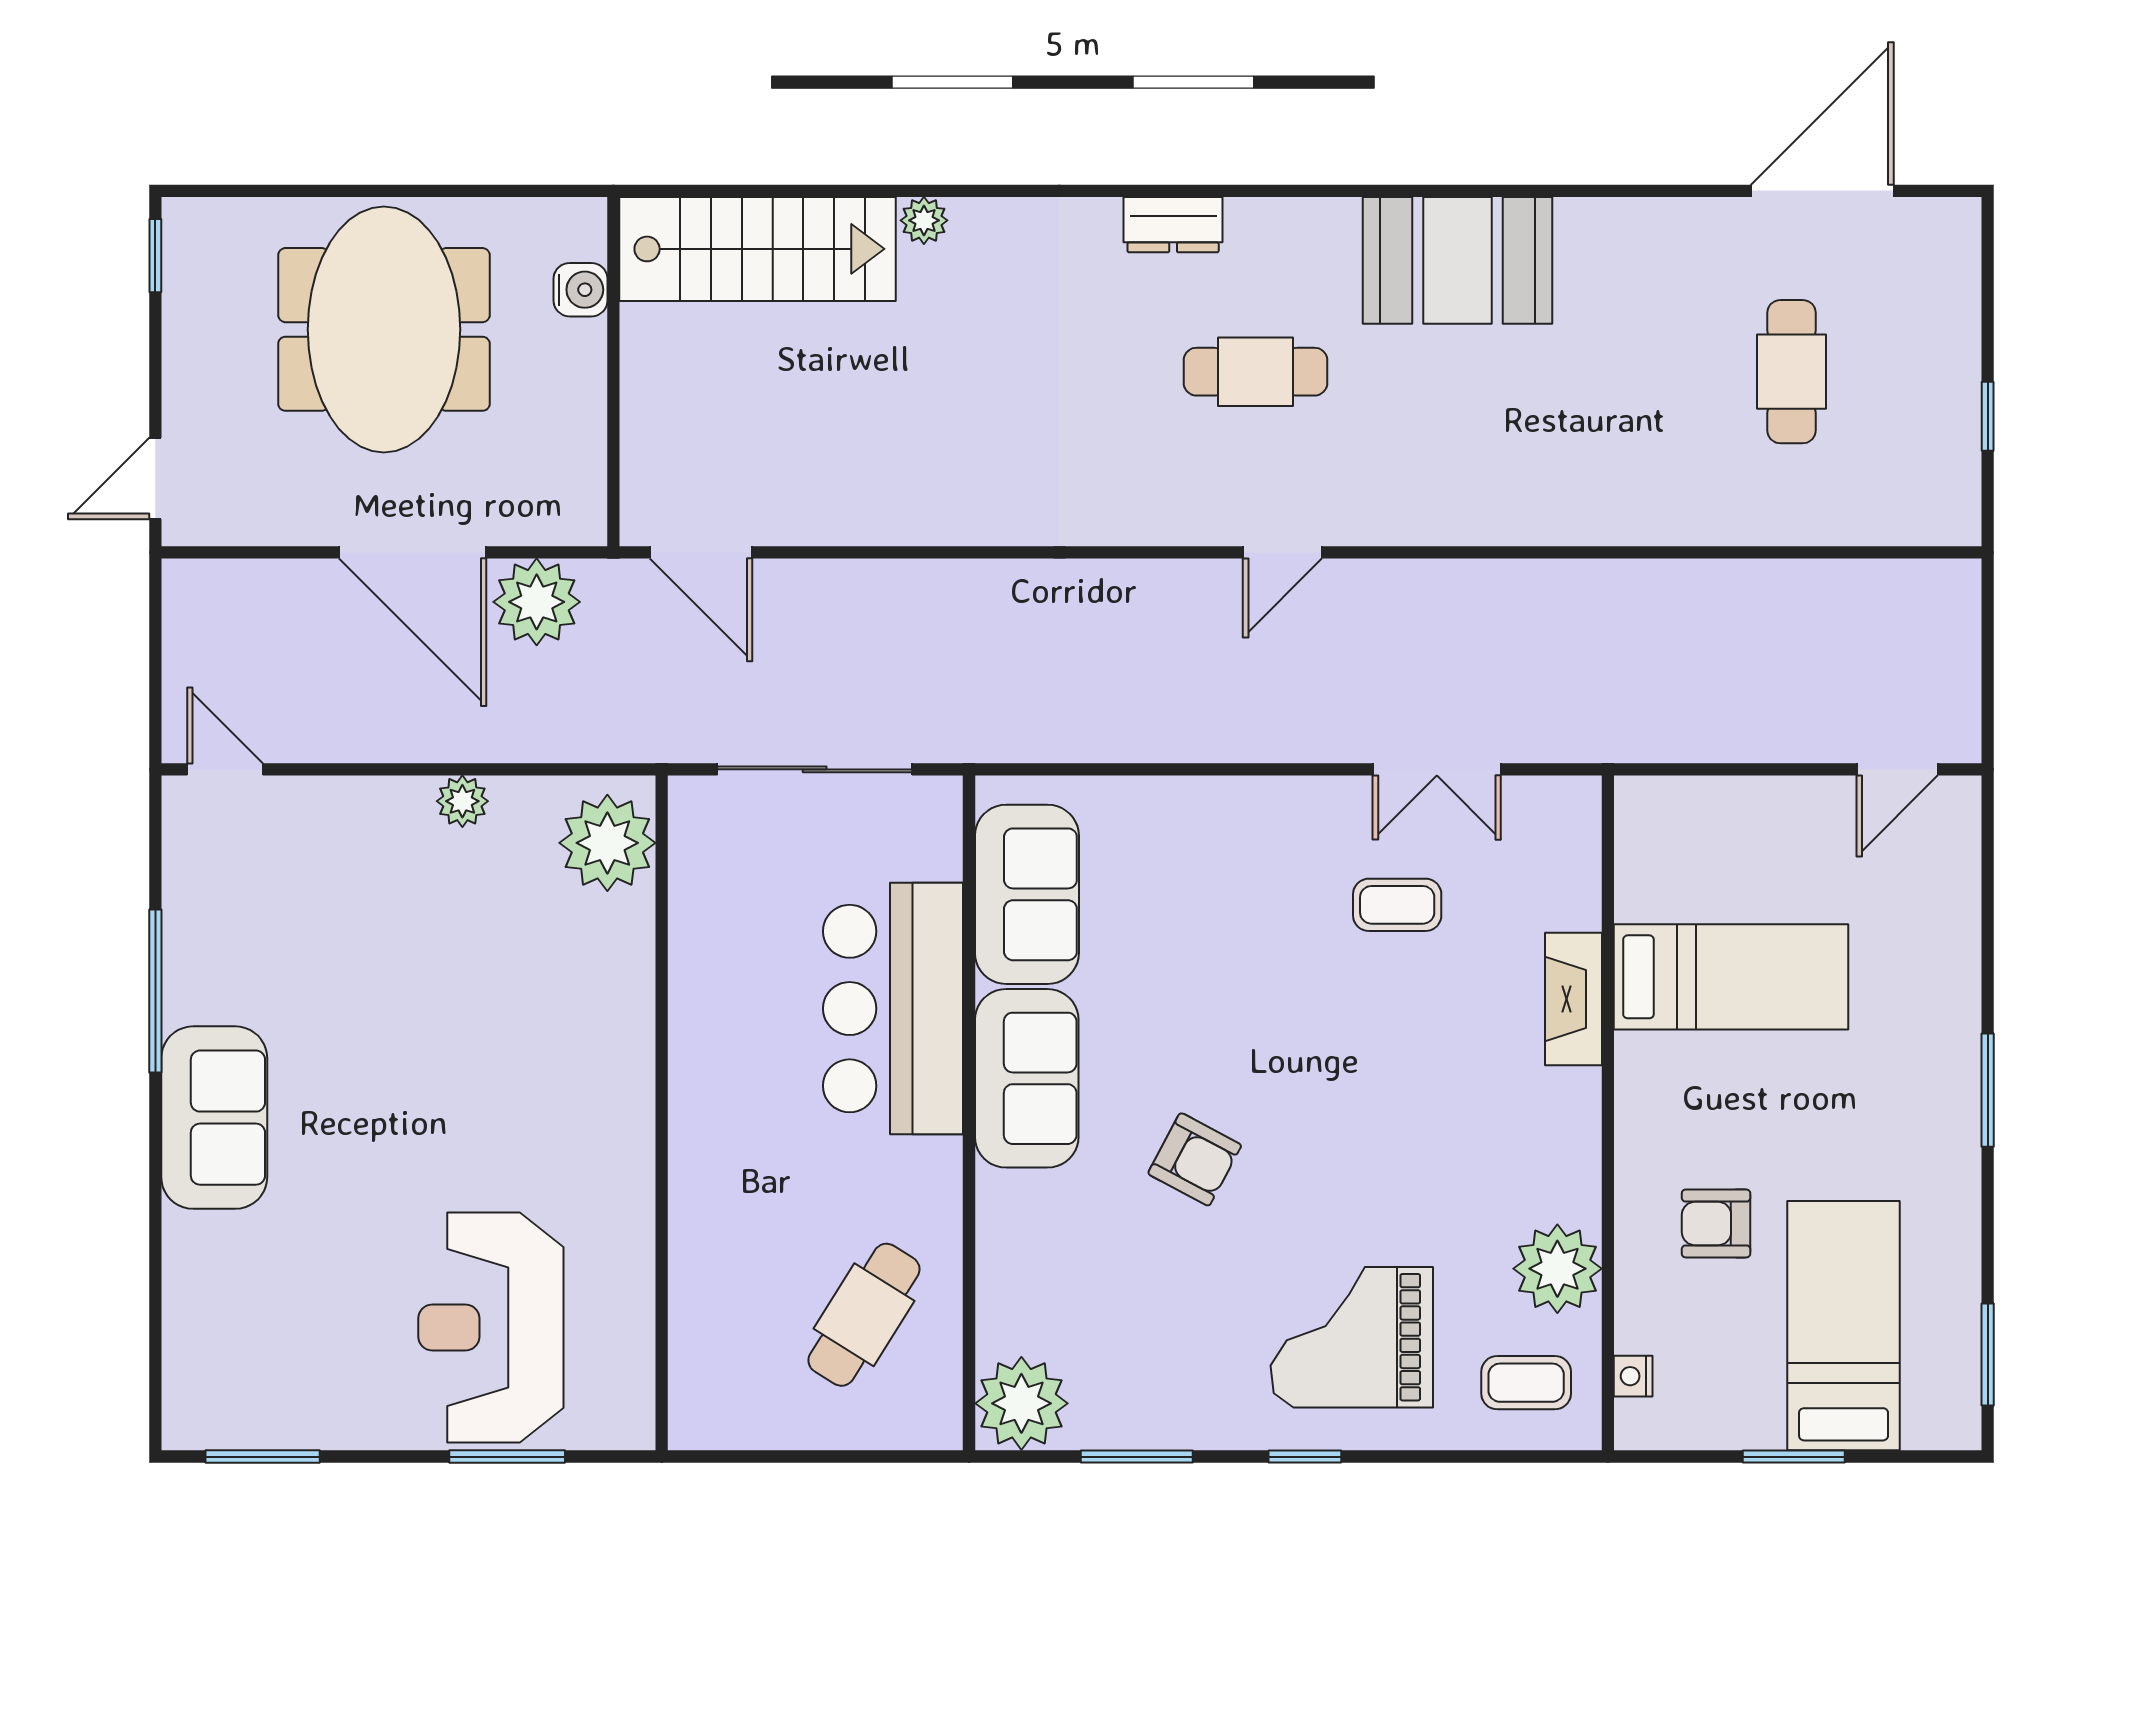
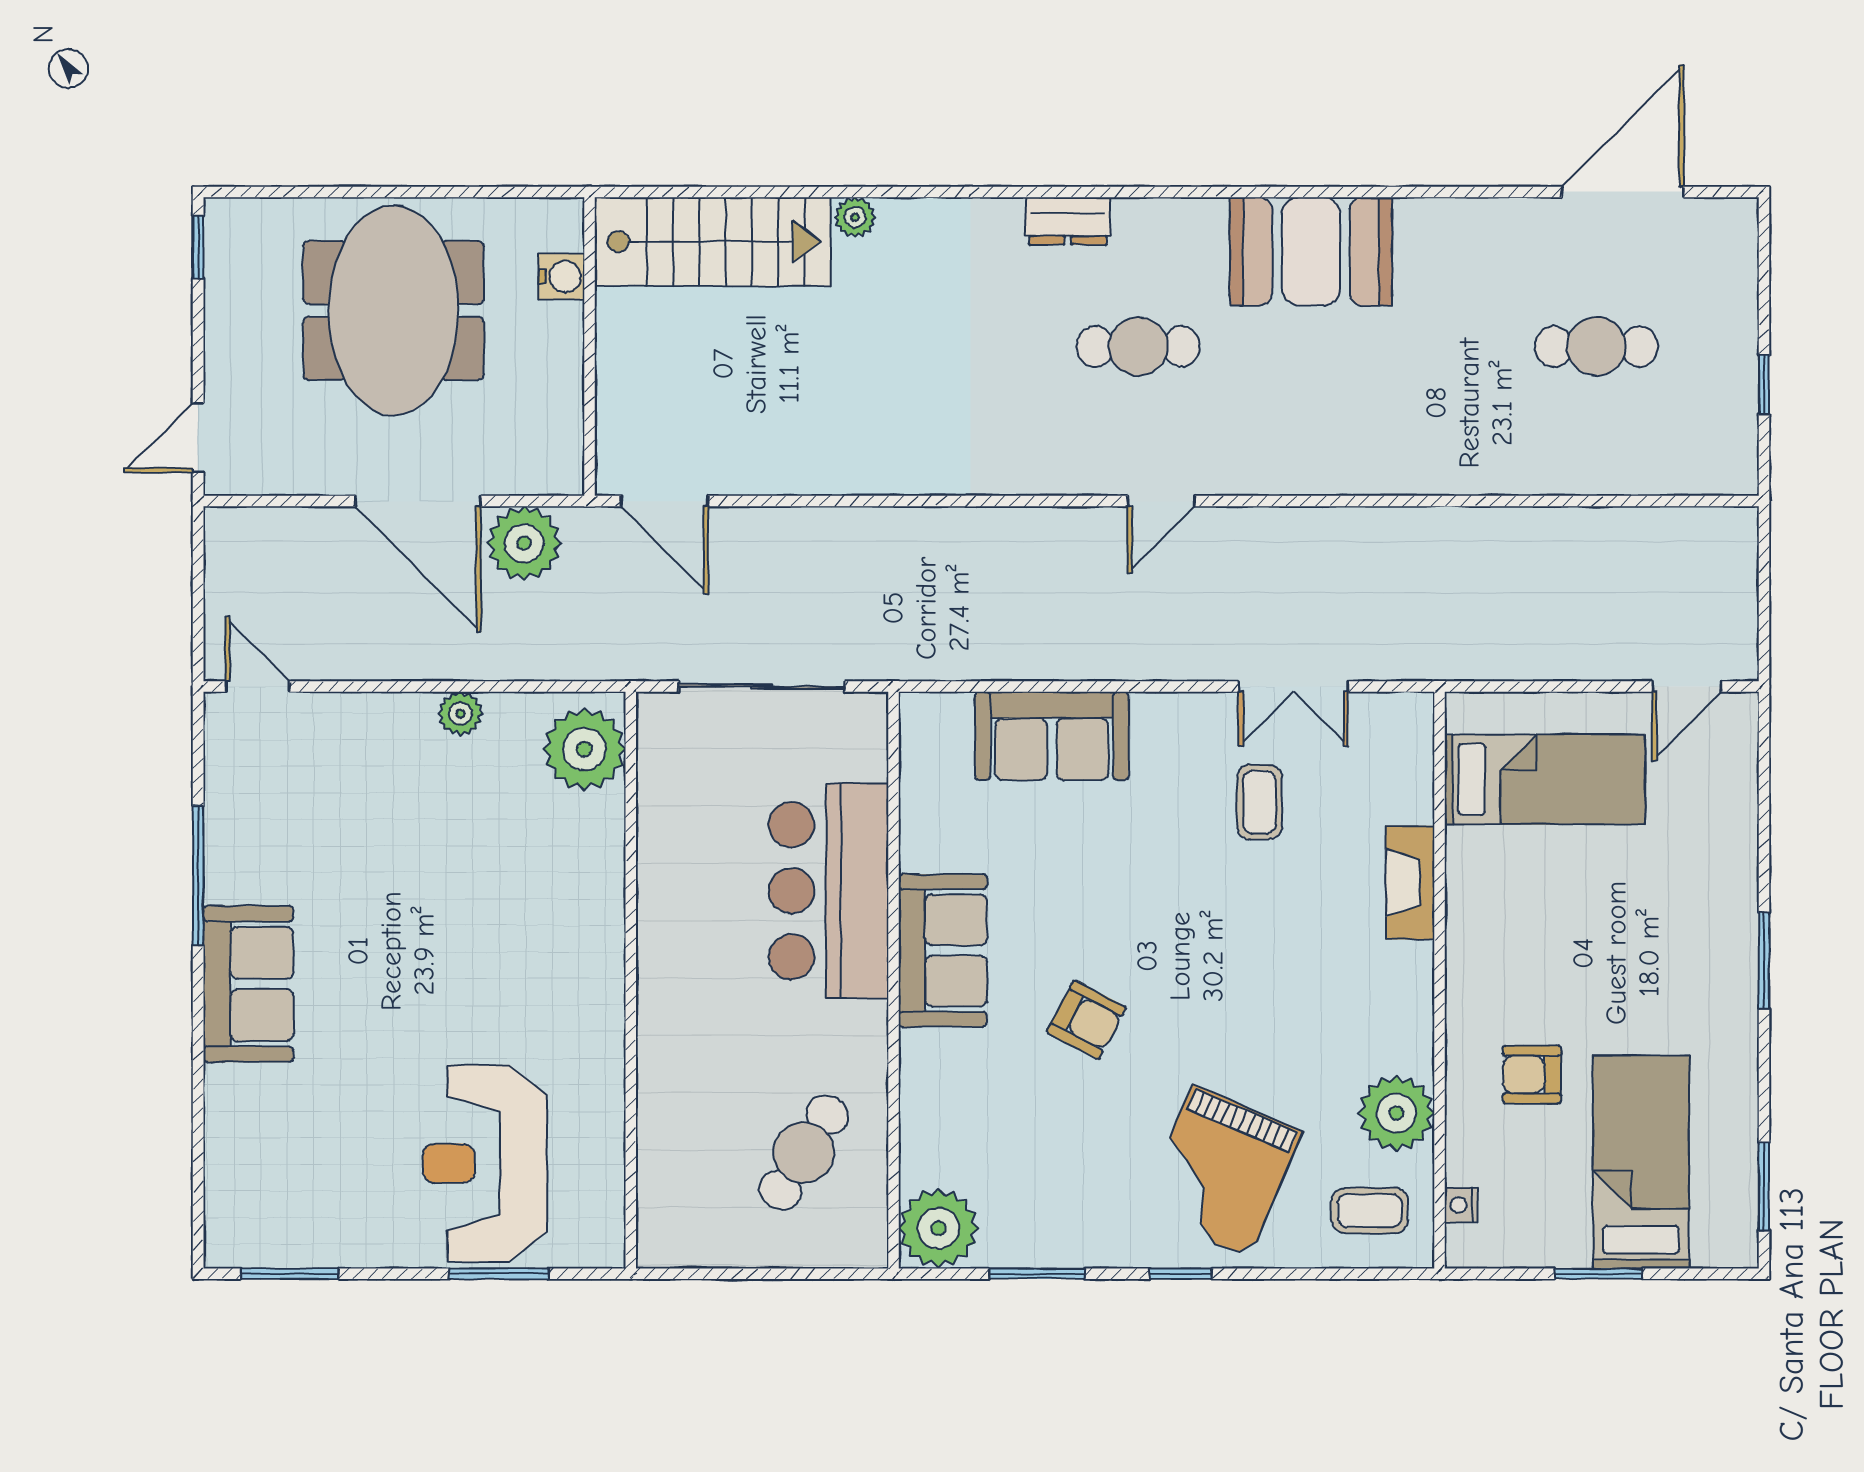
cafe table: (1791, 372) -> (1596, 346), turned 90
sofa: (1027, 894) -> (1052, 736), moved, turned 90
coffee table: (1397, 905) -> (1259, 802), turned 90
bed: (1731, 977) -> (1545, 779), moved
grand piano: (1352, 1337) -> (1221, 1172), turned -67

